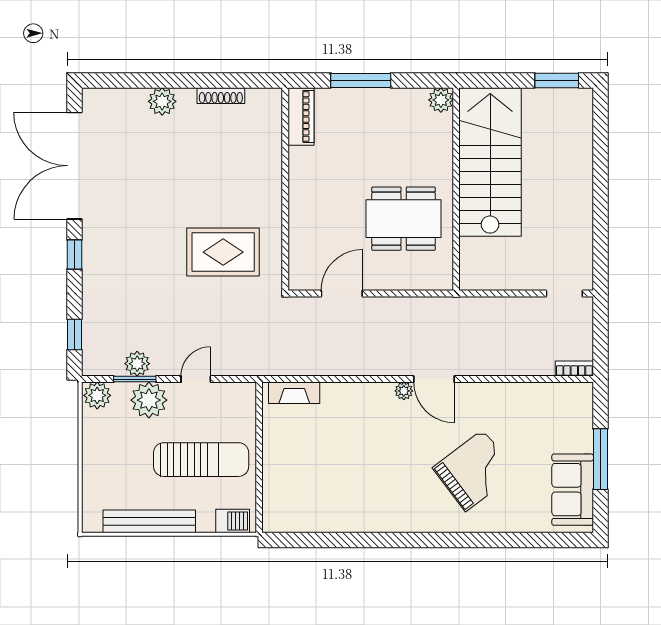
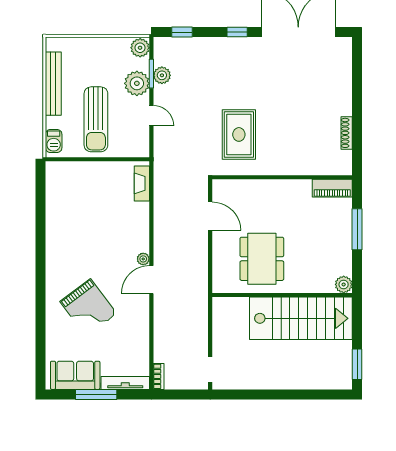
plant: (162, 101) -> (343, 92), removed
tv unit: (584, 417) -> (125, 383), added

